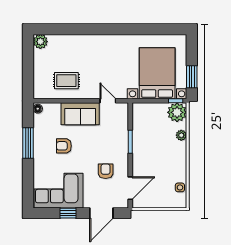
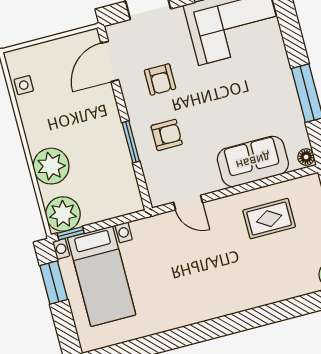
bed with nightstands: (157, 73) -> (102, 276), width x0.73
sofa: (80, 114) -> (253, 161), moved
plant: (181, 135) -> (51, 166), width x1.87, depth x1.87
armchair: (64, 146) -> (167, 135), moved

